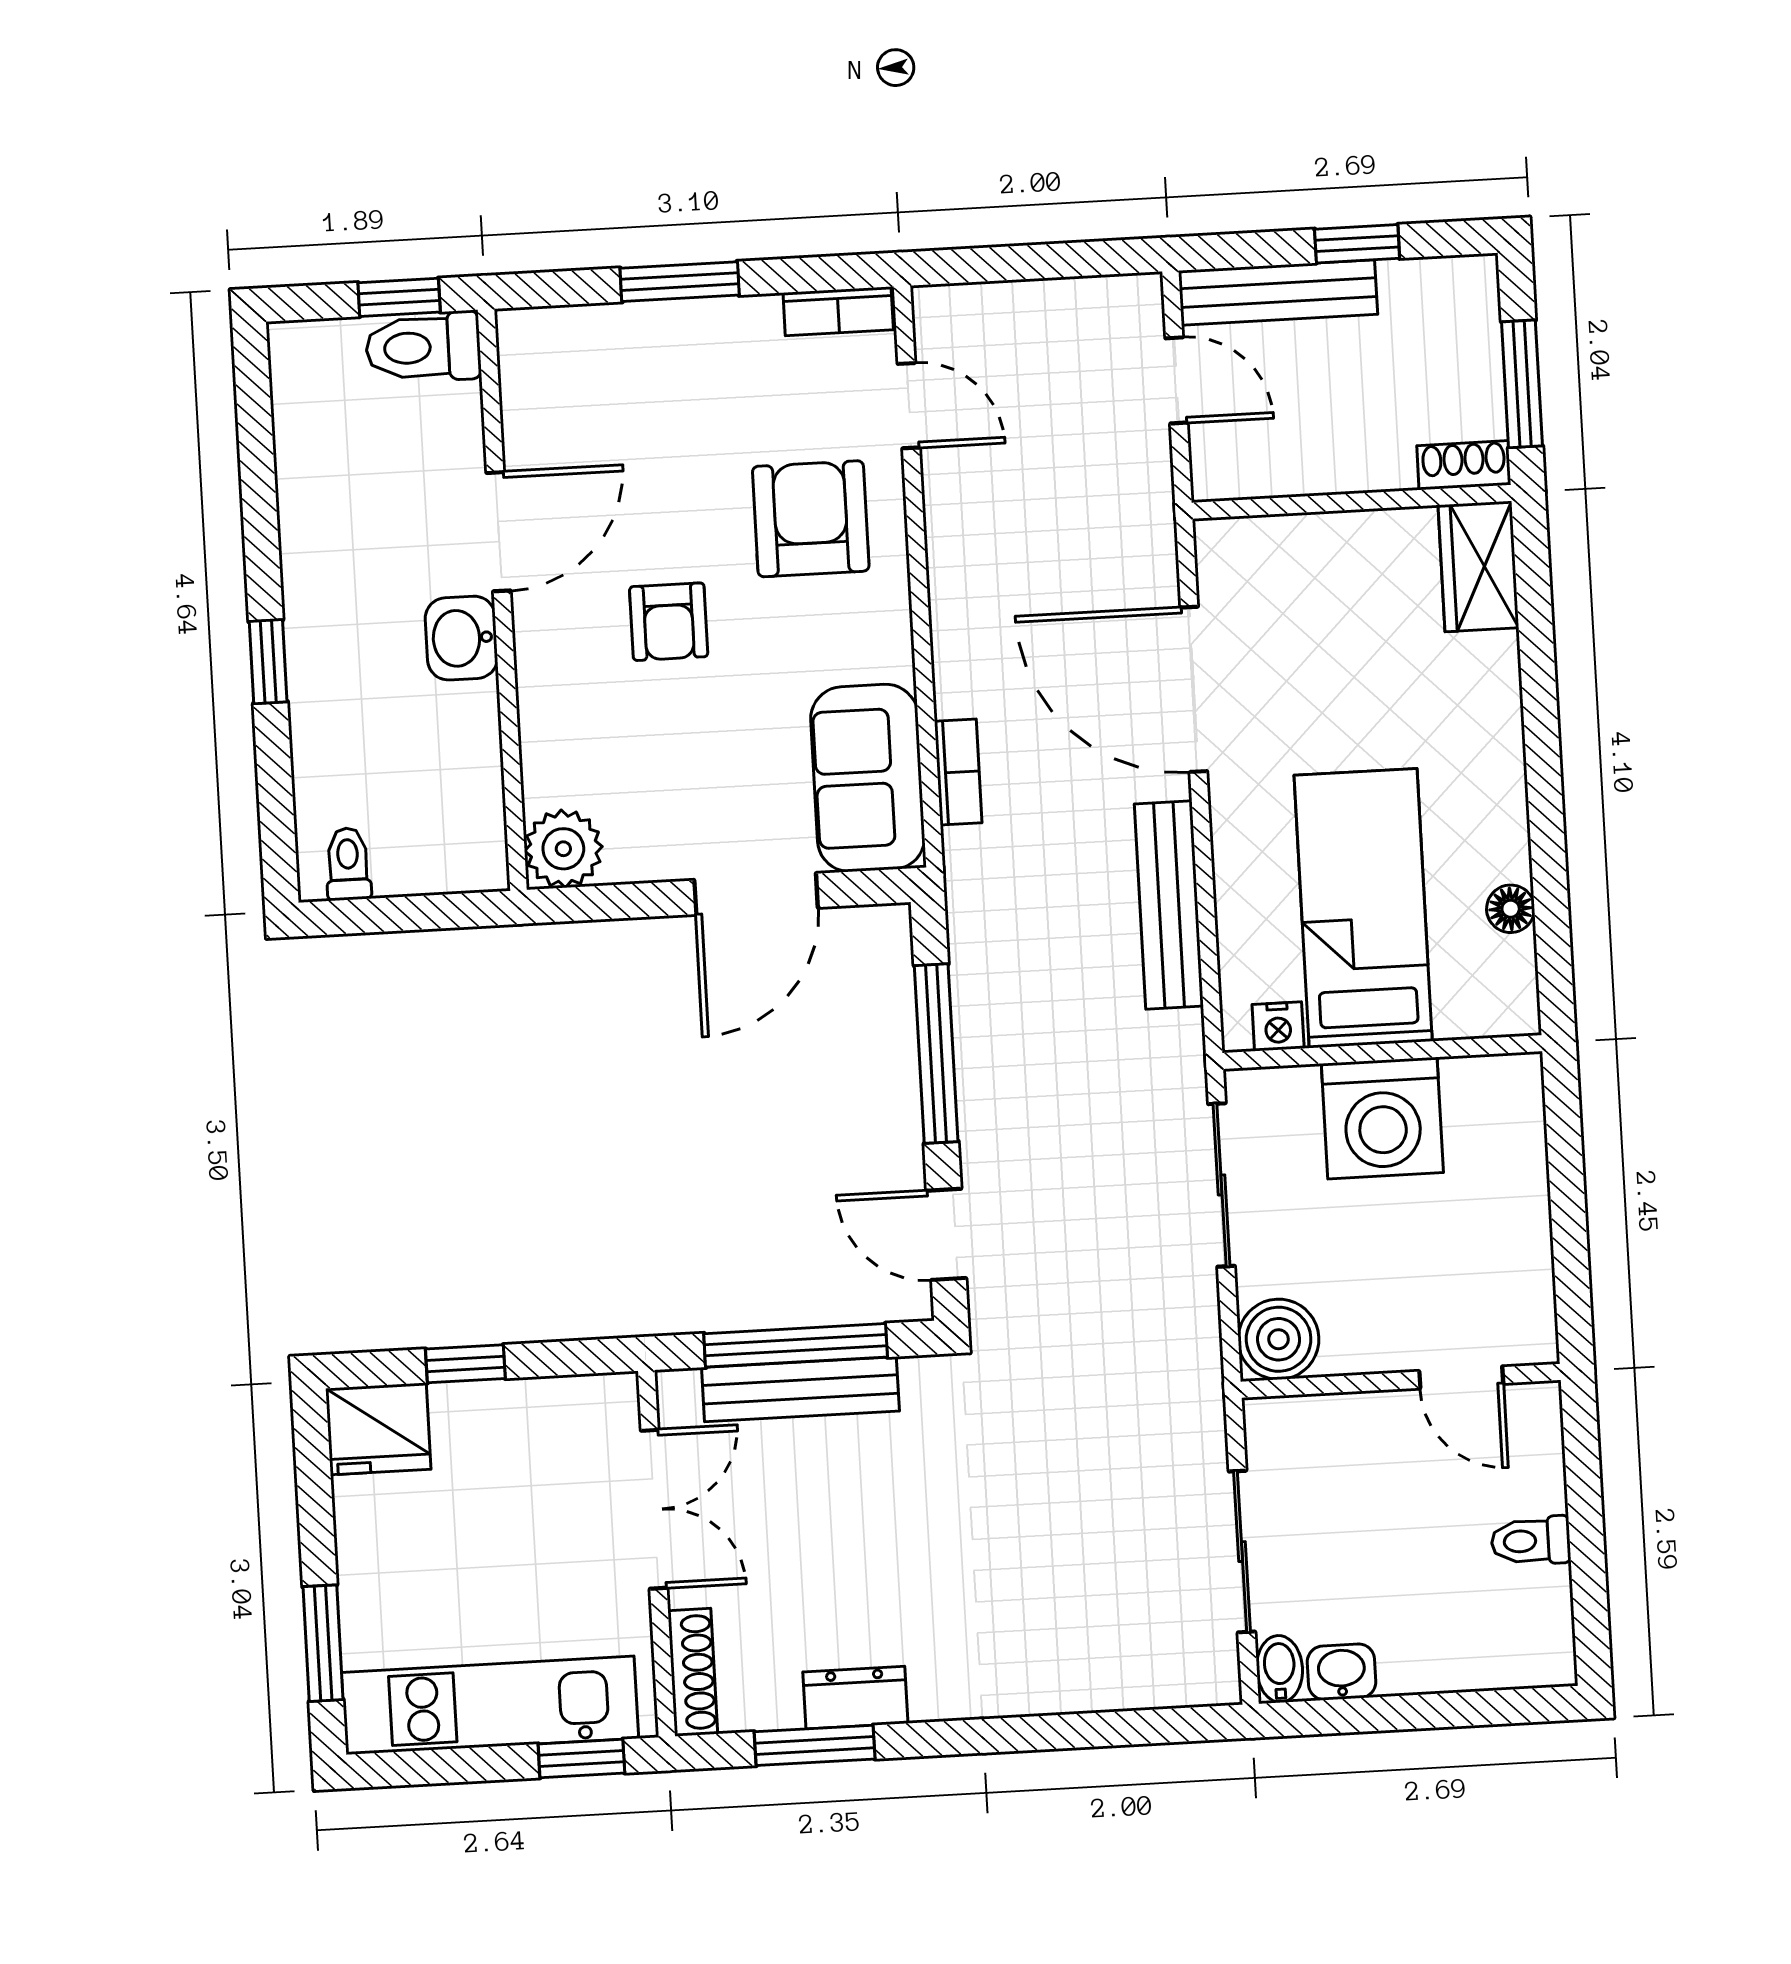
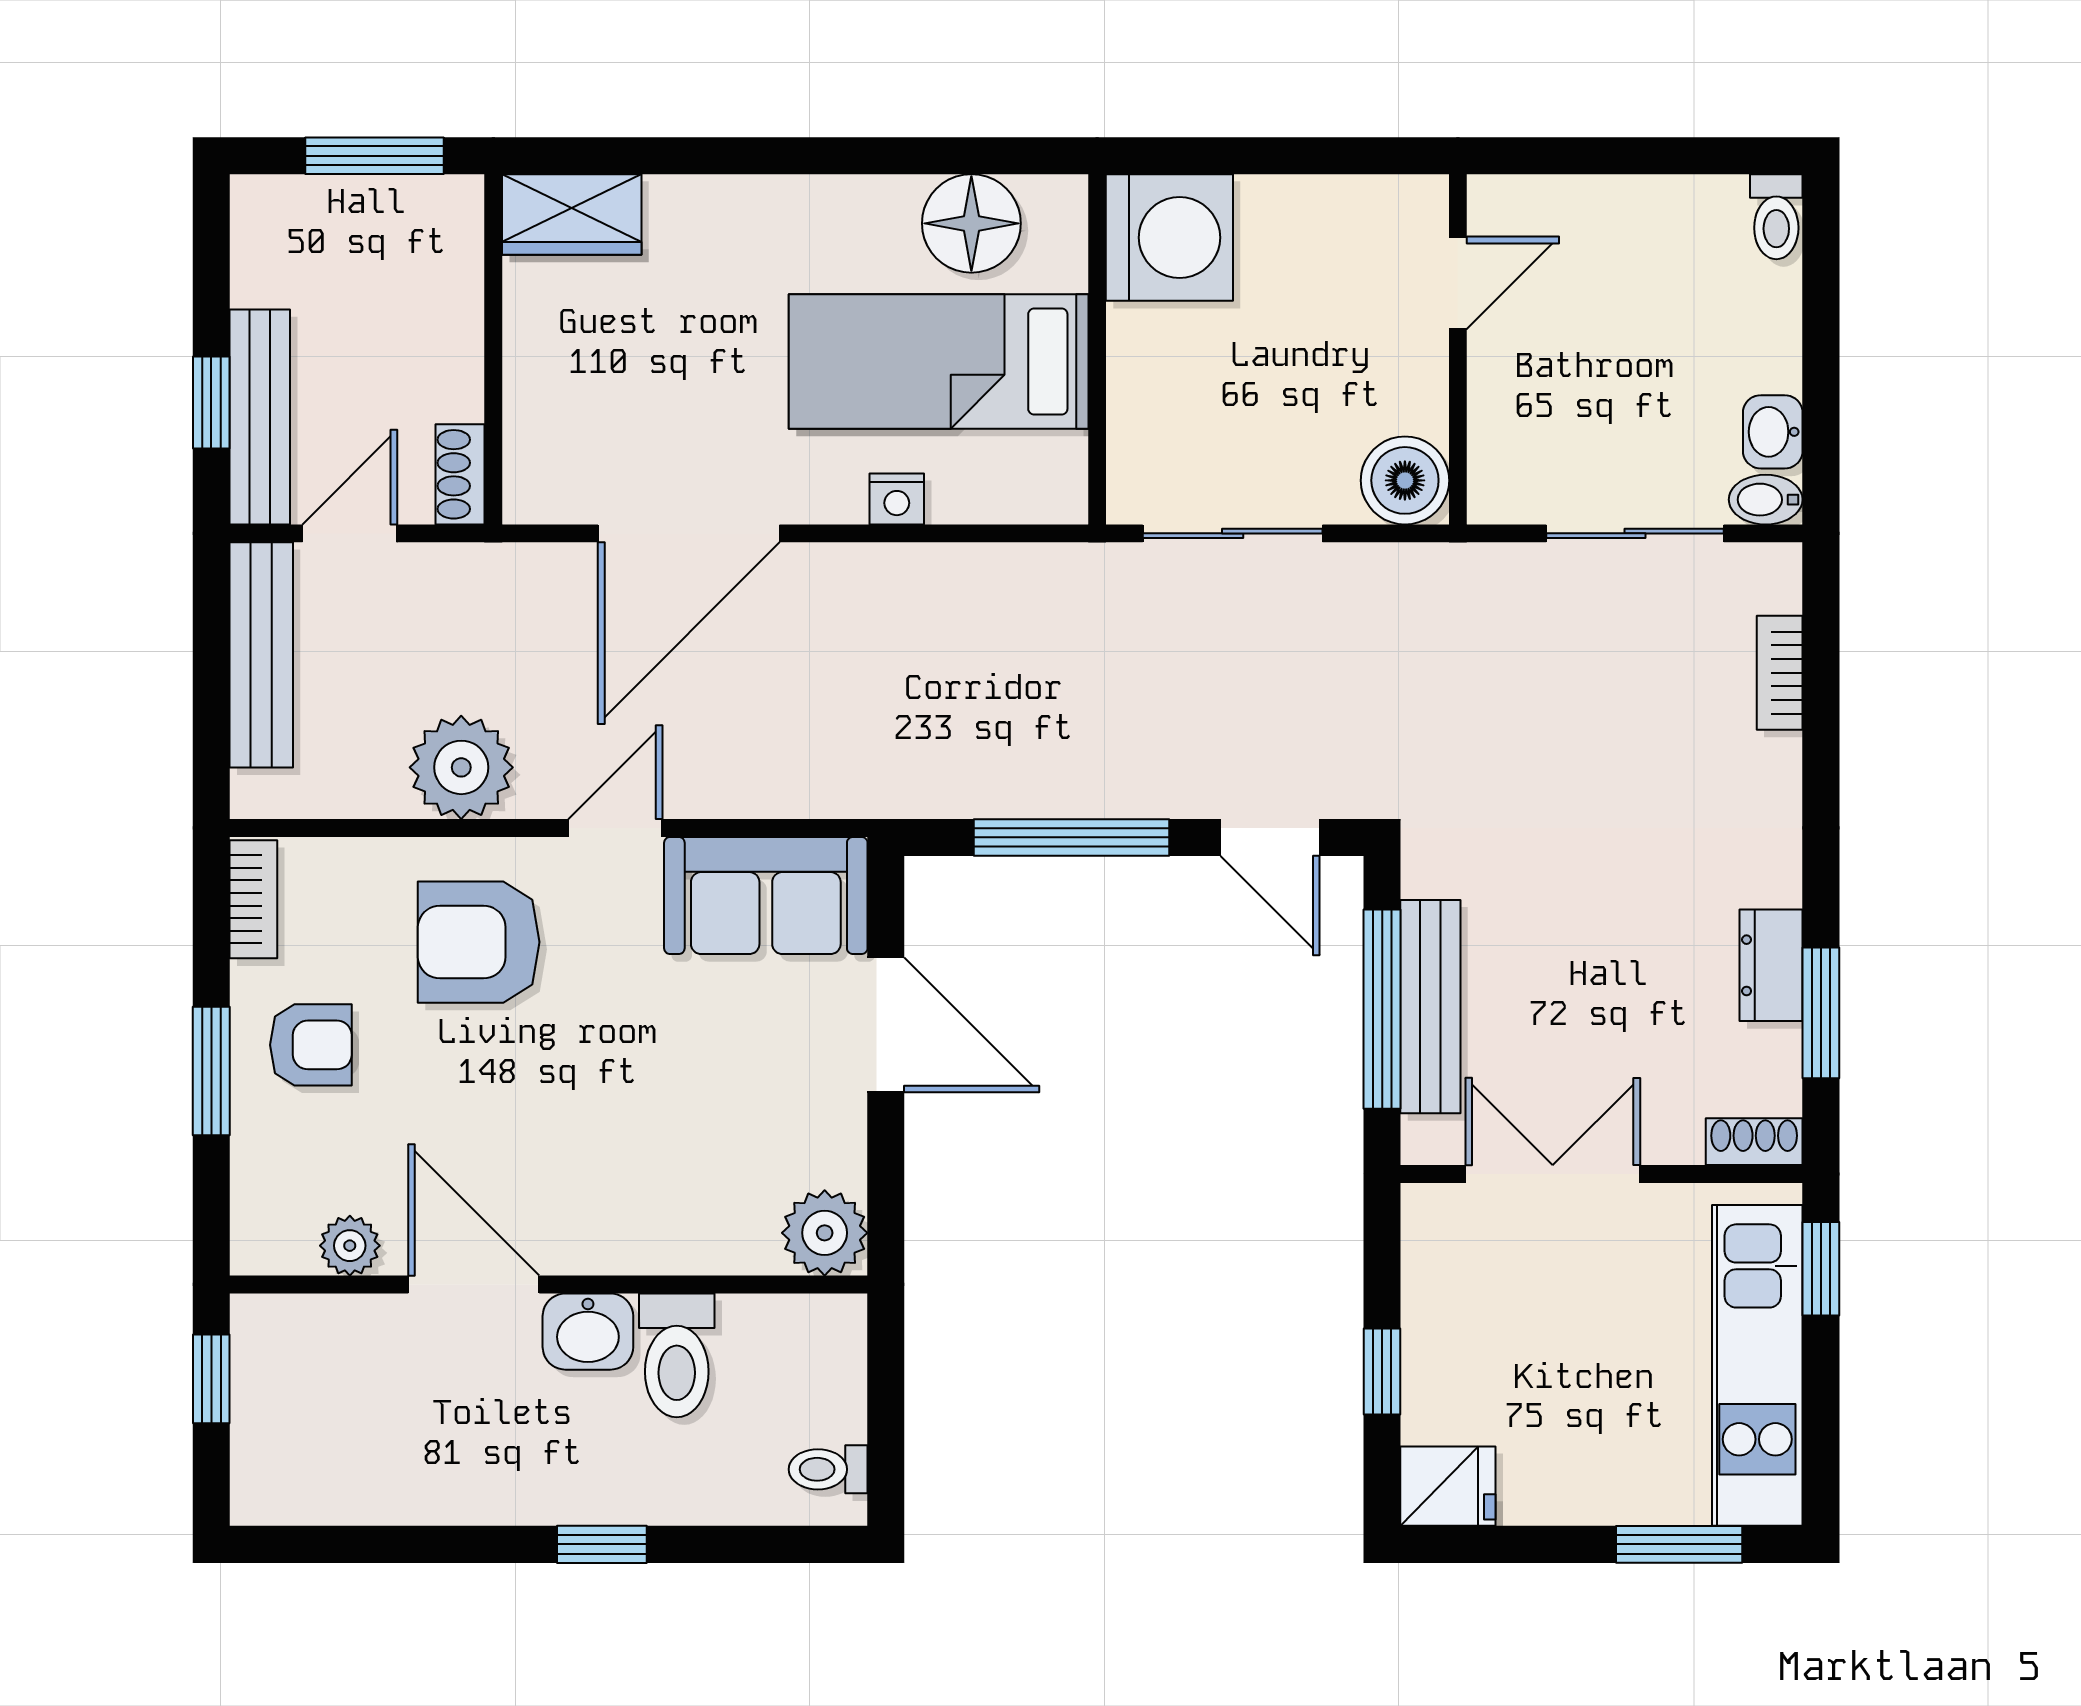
window: (1357, 244) -> (211, 403), moved
toilet: (423, 347) -> (677, 1355), moved
door: (909, 406) -> (615, 828), moved
plant: (528, 417) -> (350, 1246), added
shoe rack: (1464, 465) -> (460, 474), moved
plant: (969, 494) -> (461, 767), added
armchair: (669, 622) -> (311, 1045), moved
bookcase: (958, 772) -> (1780, 673), moved, turned -90
bench: (1169, 905) -> (261, 655), moved, turned 90
floor lamp: (1511, 909) -> (971, 223), width x1.89, depth x1.89
nightstand: (1278, 1026) -> (897, 499), moved, turned 90
washing machine: (1382, 1118) -> (1169, 238), moved
door: (946, 1234) -> (1270, 837), hinge flipped
fridge: (378, 1429) -> (1448, 1486), width x0.72
toilet: (1531, 1541) -> (1776, 217), moved
shoe rack: (693, 1672) -> (1754, 1142), width x0.70

